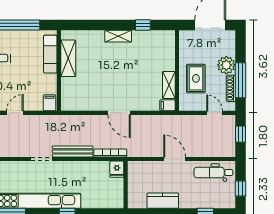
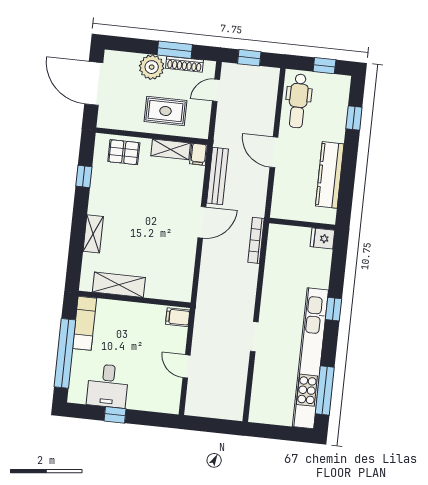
shelving: (118, 36) -> (93, 234), moved
pallet: (163, 52) -> (124, 152), added
exam couch: (50, 54) -> (85, 323), moved, turned -90
window: (240, 80) -> (175, 50), width x0.69
bench: (73, 151) -> (217, 176), moved
door: (175, 159) -> (274, 152), hinge flipped
fridge: (117, 169) -> (322, 238), moved, turned 180
kitchen counter: (163, 201) -> (330, 175), width x1.50

